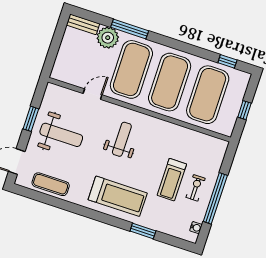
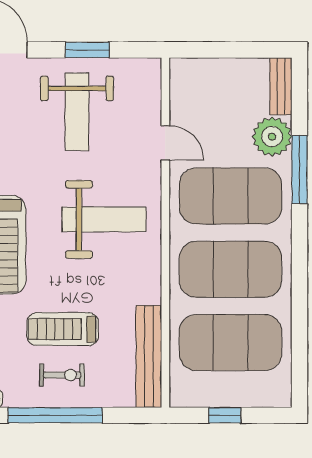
window: (227, 61) -> (299, 358), removed
weight bench: (122, 139) -> (104, 219), width x1.36, depth x1.33
bench: (201, 140) -> (149, 357), added

